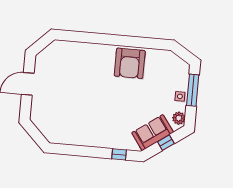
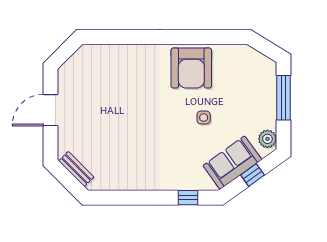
side table: (180, 96) -> (204, 117), moved
bench: (42, 127) -> (76, 169), added

